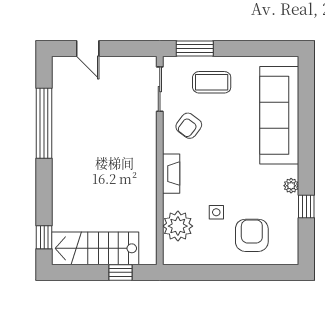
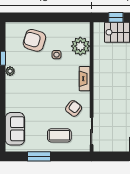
window: (195, 48) -> (39, 156), moved
sofa: (279, 115) -> (15, 129), width x0.54, depth x0.79
armchair: (252, 235) -> (34, 40), turned 107

